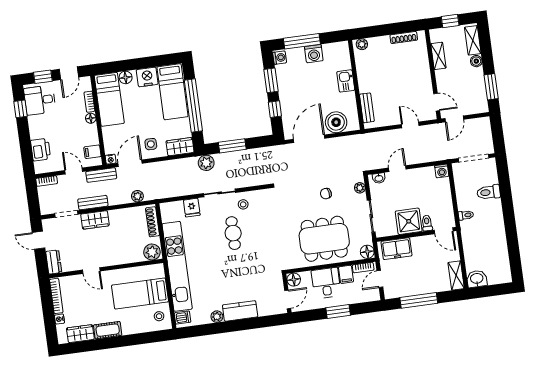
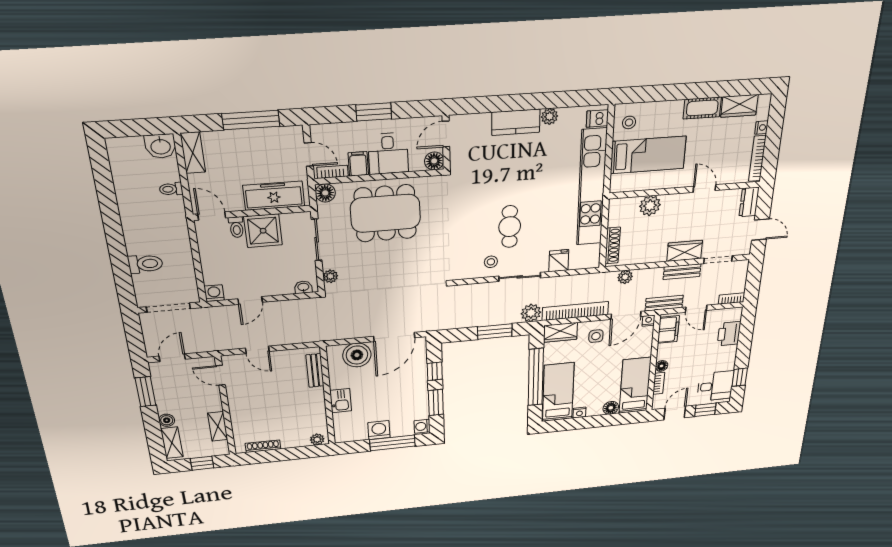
nightstand: (147, 77) -> (579, 413), width x0.53, depth x0.56
door: (454, 119) -> (172, 358), moved
filing cabinet: (92, 152) -> (668, 330), width x2.00
bookcase: (171, 166) -> (575, 311), added
door: (397, 169) -> (250, 300), moved
chair: (326, 194) -> (378, 271), removed
toilet: (466, 215) -> (171, 189), moved
freezer: (397, 249) -> (274, 196), width x1.40
plant: (152, 252) -> (650, 206), moved
door: (380, 279) -> (309, 154), hinge flipped

